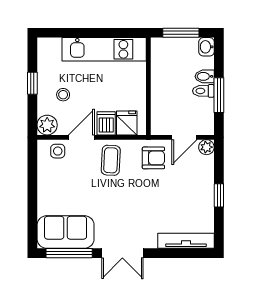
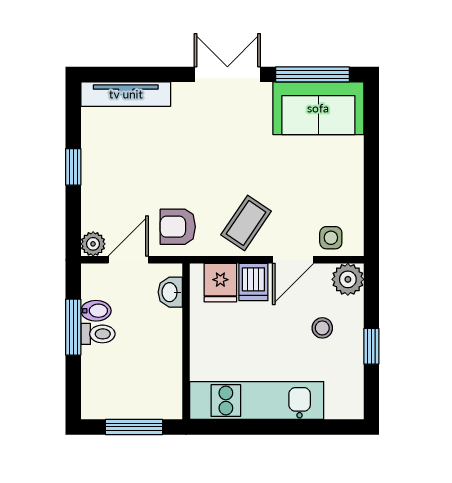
washbasin: (207, 47) -> (170, 292), moved, turned 180
bidet: (205, 76) -> (96, 311), moved
coffee table: (111, 160) -> (246, 223), turned 31

